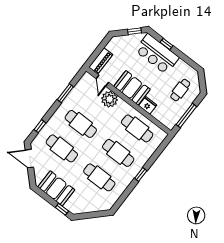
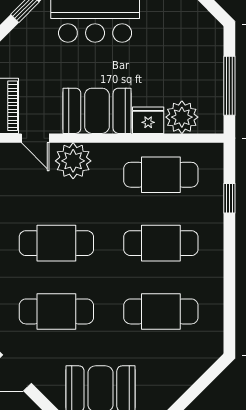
cafe table: (180, 90) -> (184, 49), removed
plant: (161, 114) -> (182, 117), added
window: (141, 175) -> (229, 198), moved

